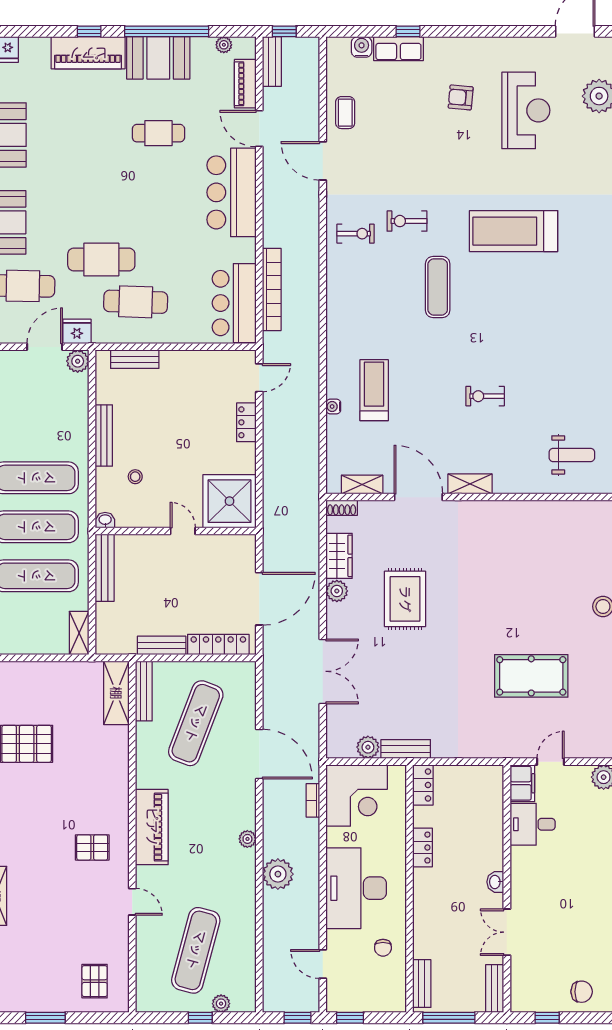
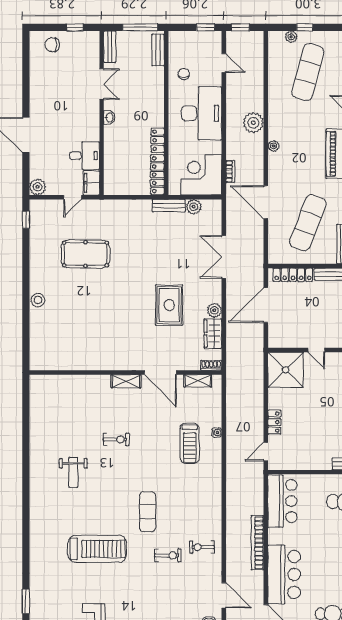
bookcase: (272, 289) -> (257, 543), moved
weight bench: (572, 455) -> (73, 472), moved, turned -90
locker: (423, 785) -> (157, 175), width x1.53

